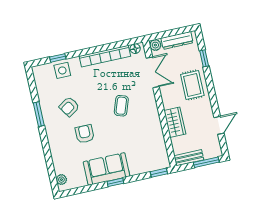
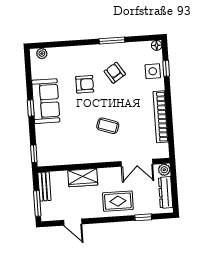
floor lamp: (135, 49) -> (157, 45), moved

